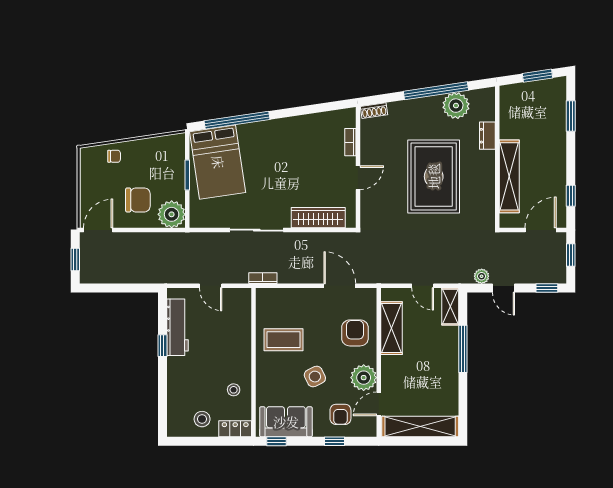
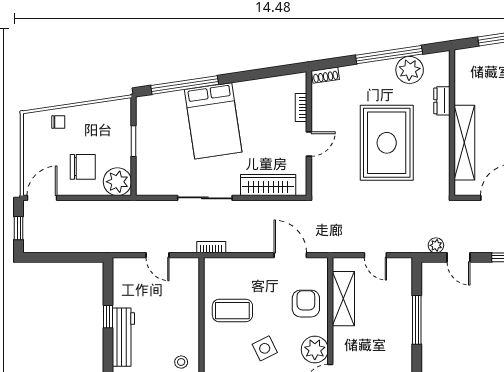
bed: (218, 162) -> (213, 121), moved
shelving: (450, 306) -> (404, 276), removed
workbench: (177, 327) -> (123, 337), moved

